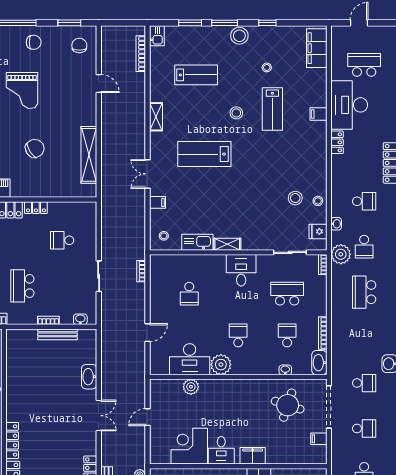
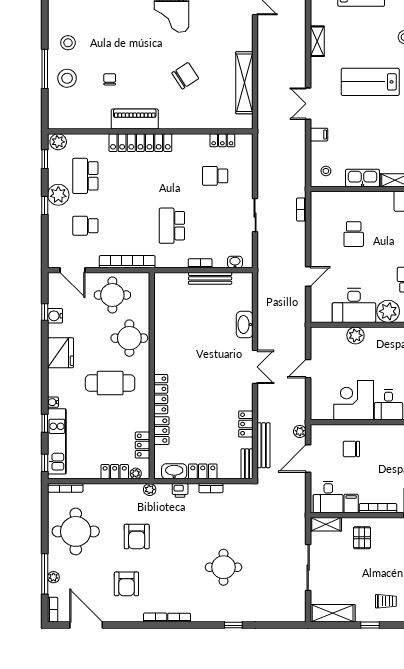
locker: (36, 208) -> (222, 140), moved

